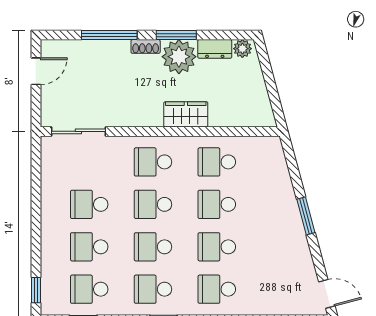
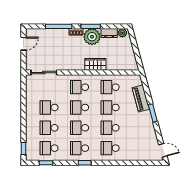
piano: (281, 185) -> (141, 98), added

